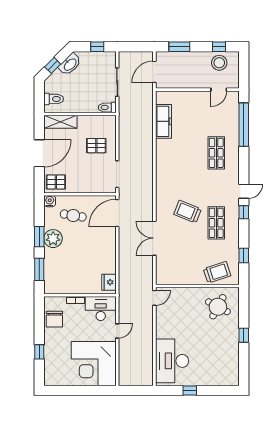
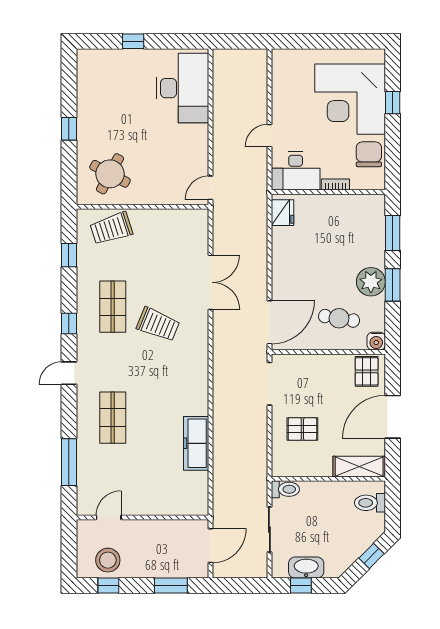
washbasin: (70, 64) -> (306, 568), moved, turned 45
freezer: (163, 121) -> (196, 443), moved
window: (244, 125) -> (69, 462), width x0.68
pallet: (56, 182) -> (367, 371), turned 90
door: (244, 191) -> (69, 373), moved
corner desk: (94, 364) -> (350, 99), moved, turned 180
window: (190, 391) -> (133, 41), moved

